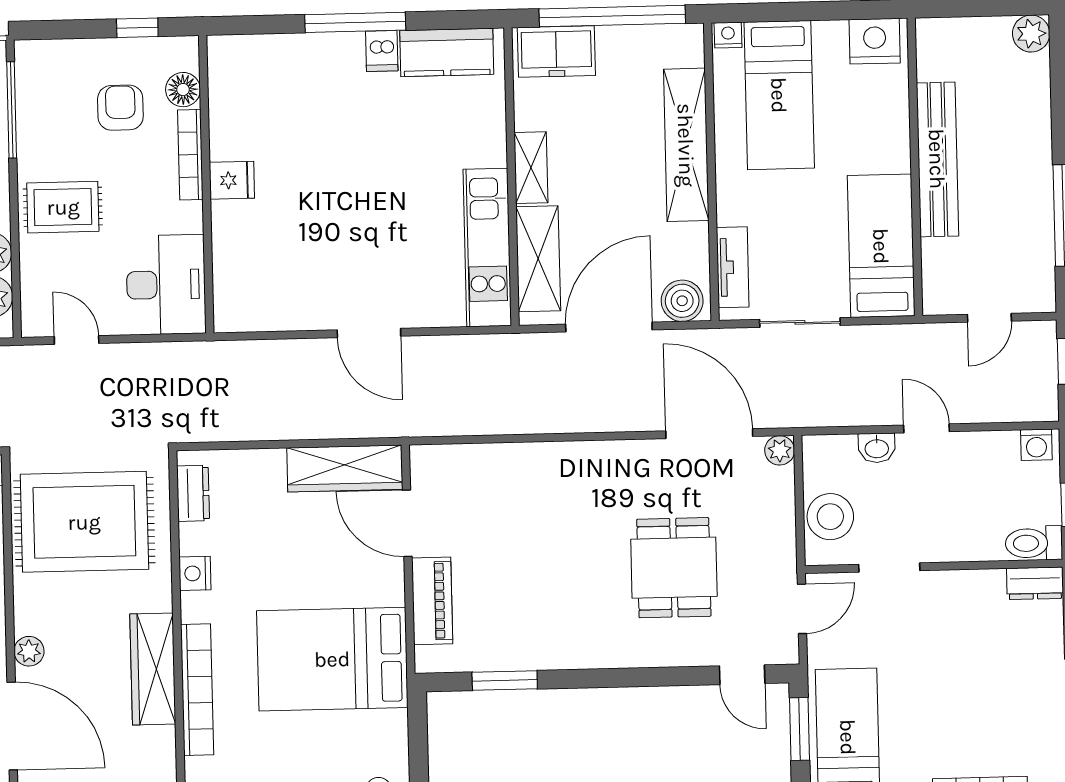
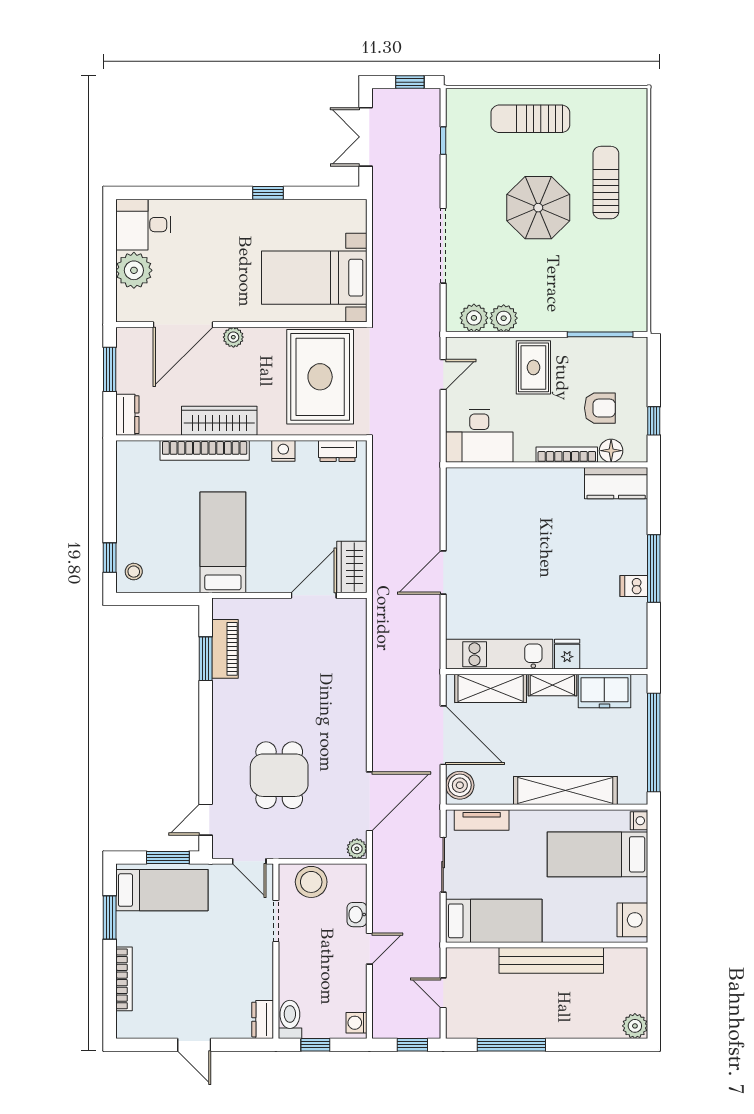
kitchen counter: (447, 52) -> (616, 483), moved, turned -90
freezer: (556, 52) -> (604, 691), moved, turned -90
fridge: (232, 180) -> (567, 654), moved, turned 180
wardrobe: (345, 468) -> (352, 567), width x0.67
dining table: (674, 568) -> (279, 775), turned 90
piano: (432, 601) -> (225, 649), moved, turned -90
bed: (332, 659) -> (223, 542), width x0.67

